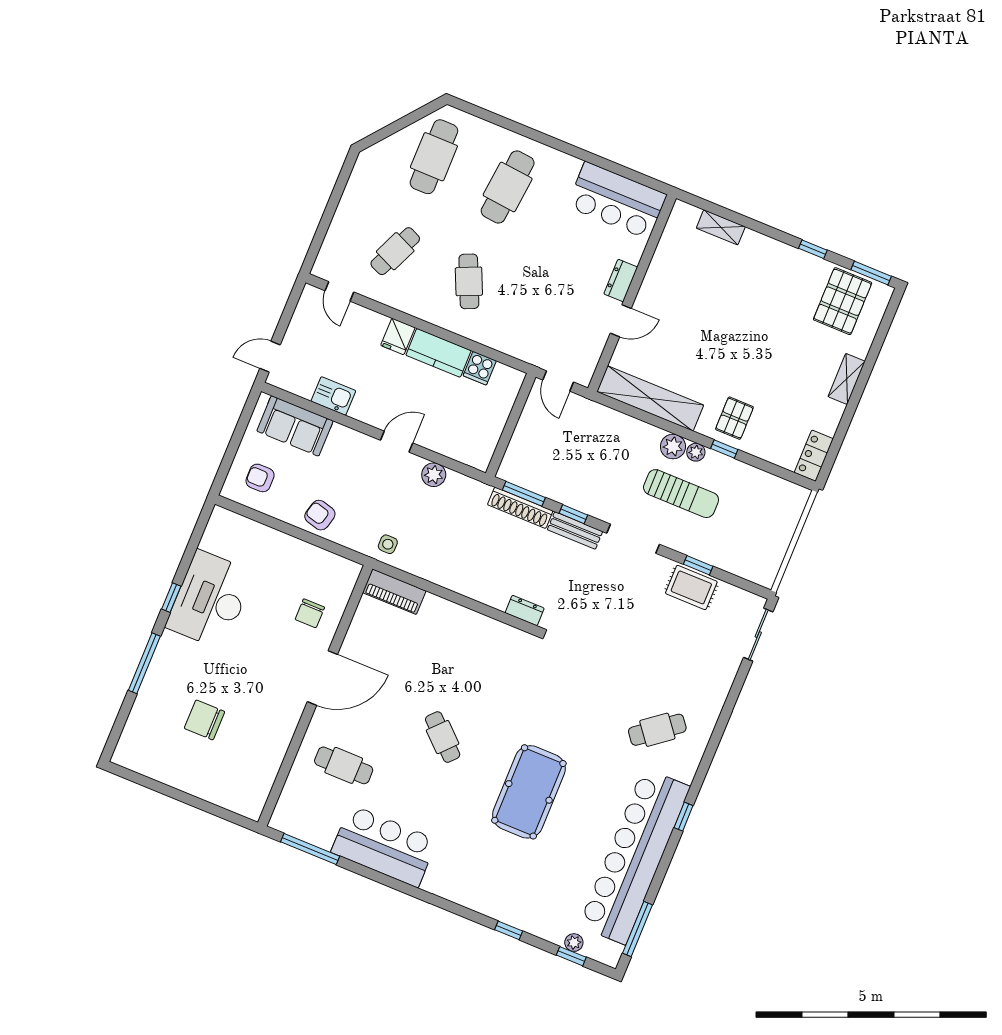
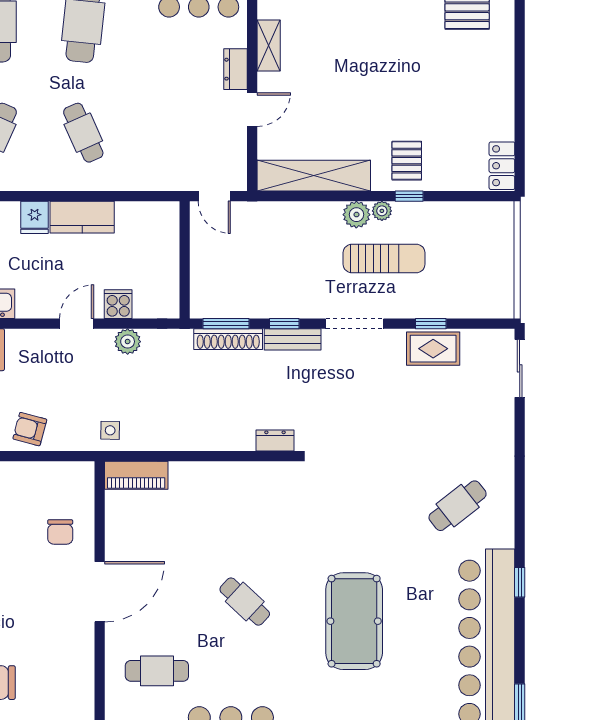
cooker: (480, 368) -> (118, 304), moved, turned 180
shelving: (847, 379) -> (269, 46), moved

